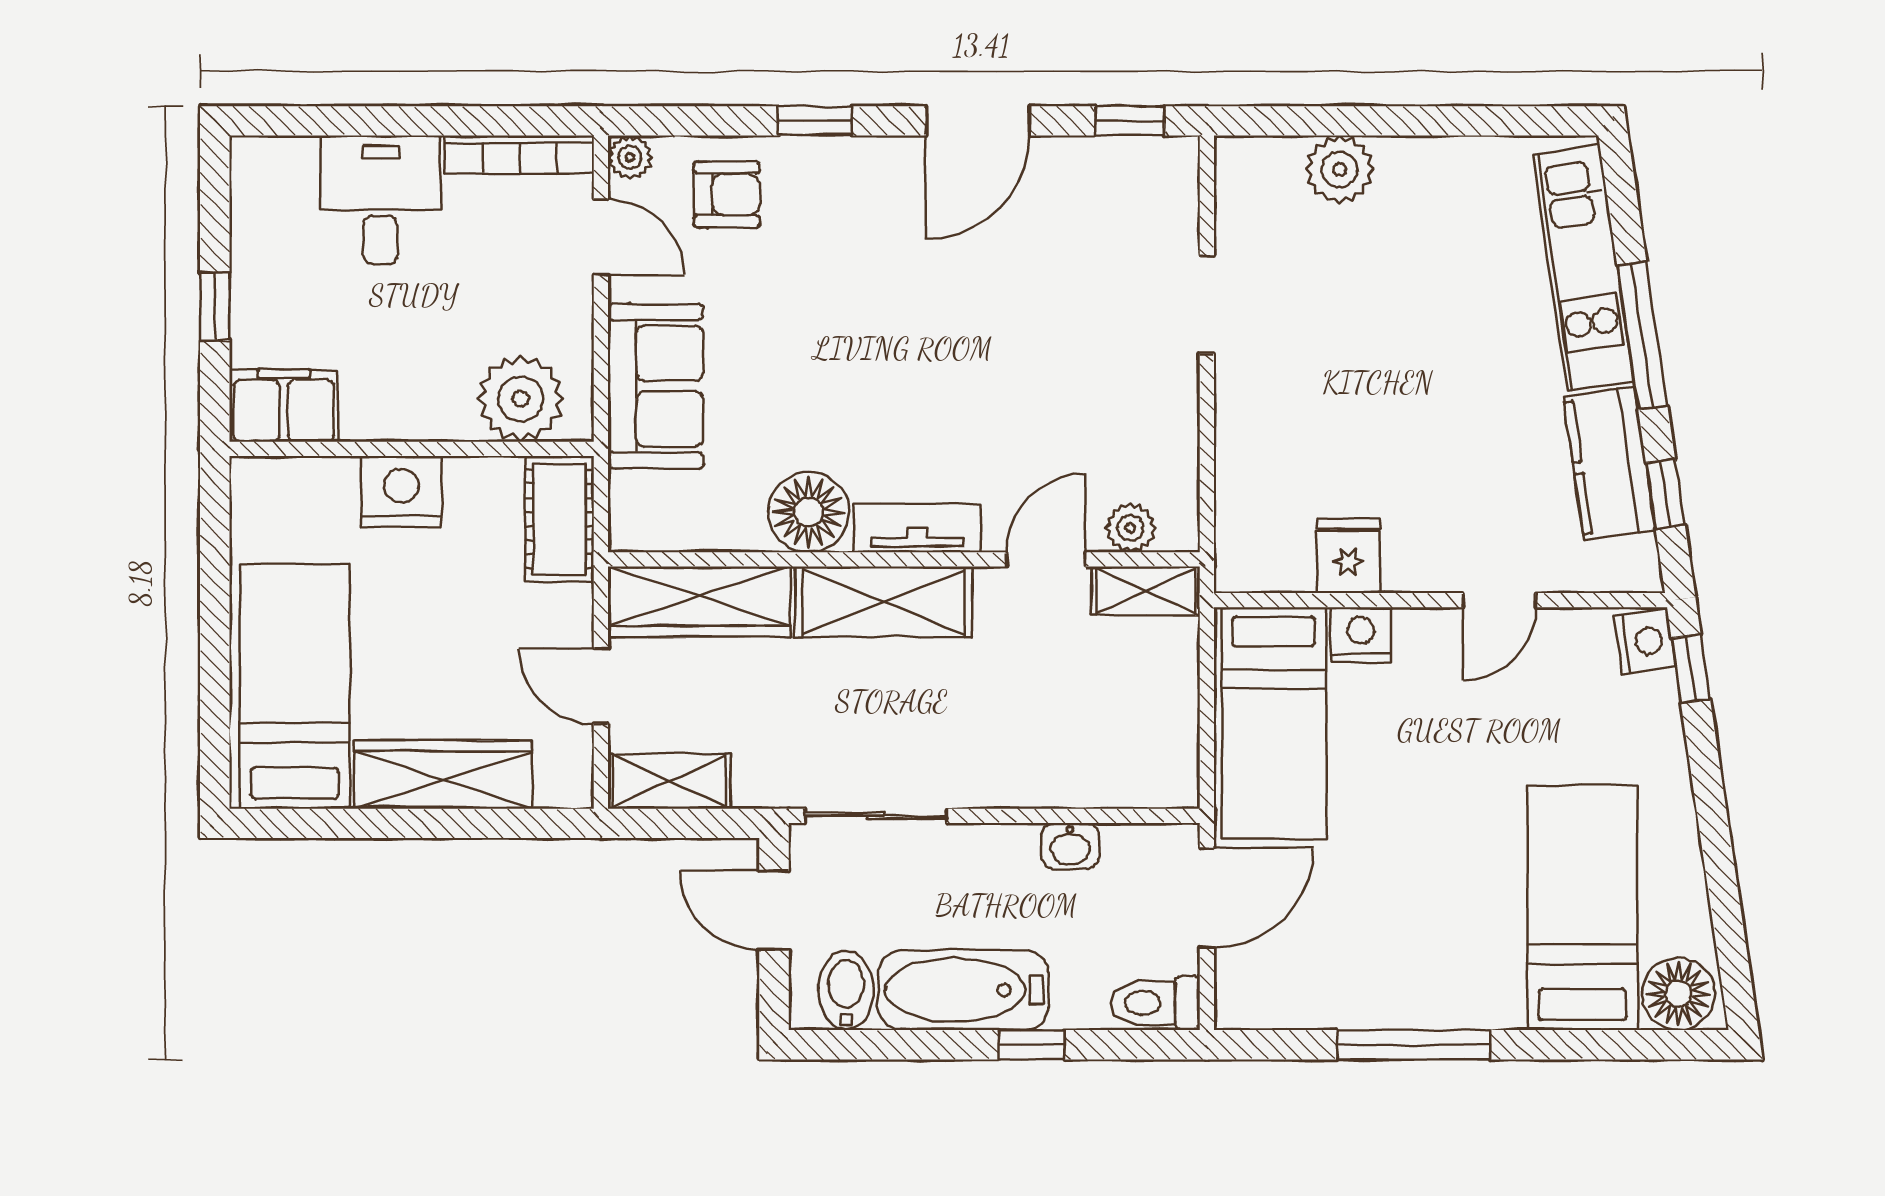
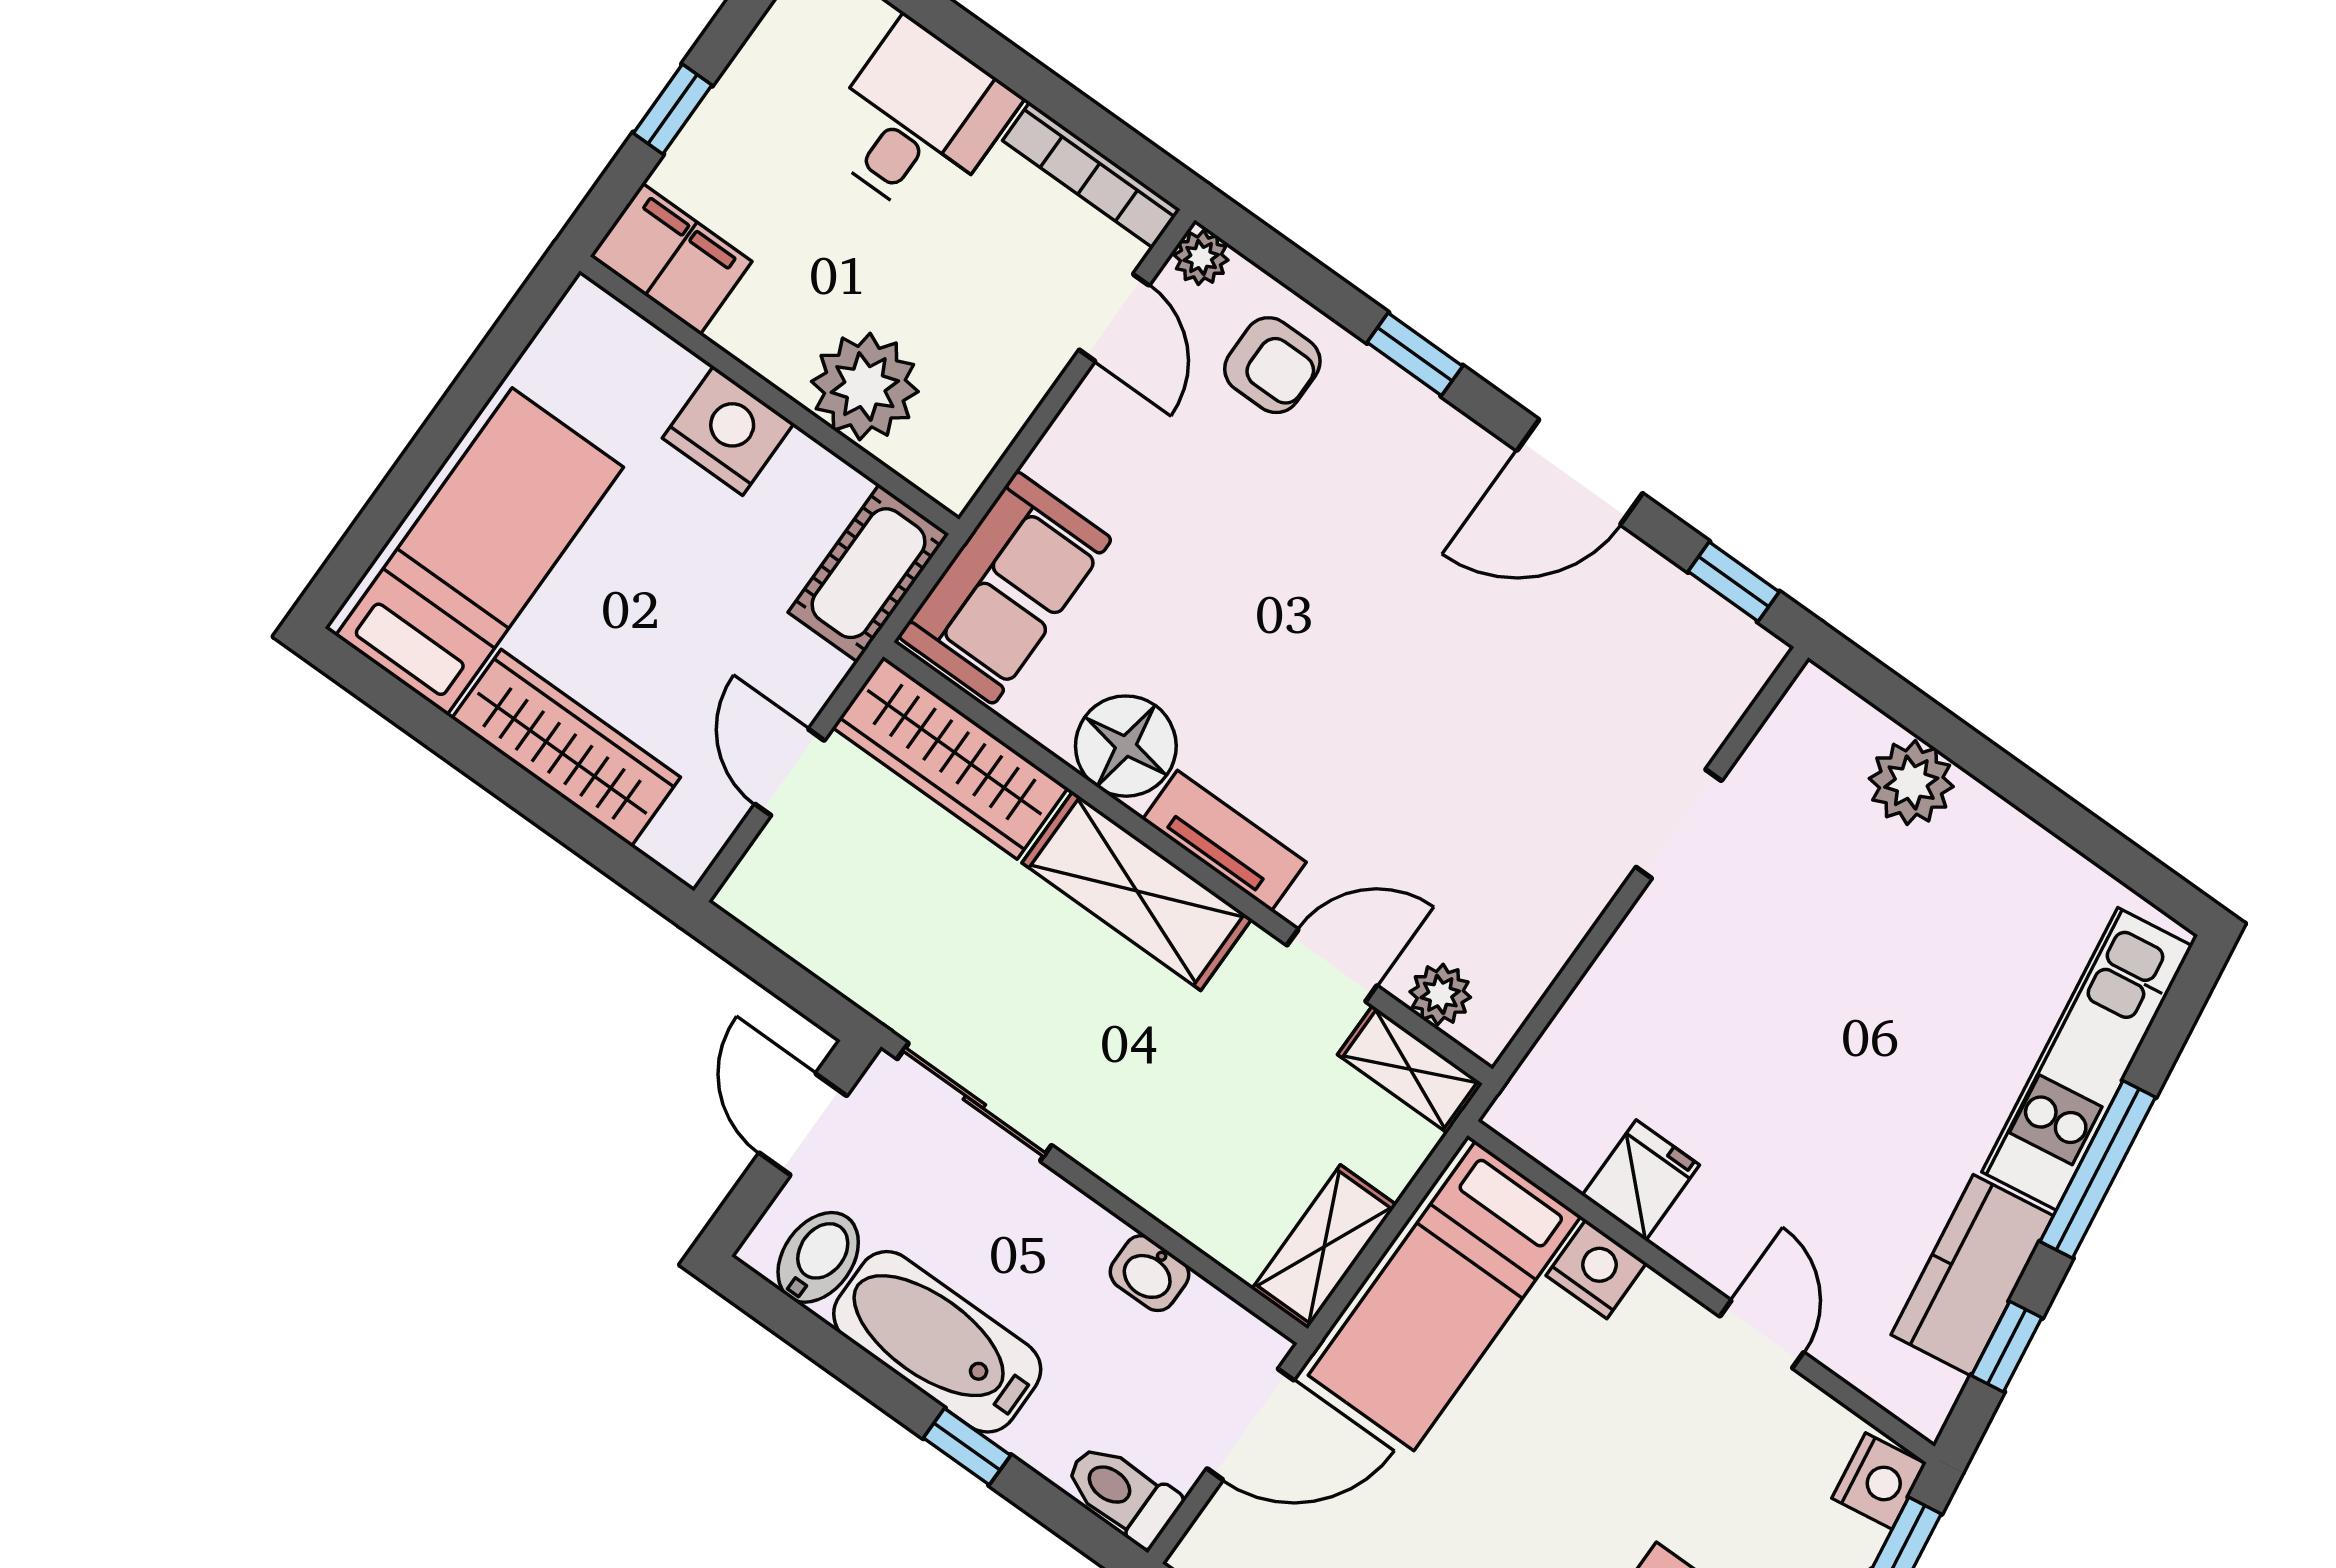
sofa: (656, 386) -> (1005, 588), moved
plant: (521, 399) -> (865, 387), moved
door: (1499, 600) -> (1762, 1334), swing flipped
shelving: (669, 781) -> (1324, 1247), moved, turned 90

